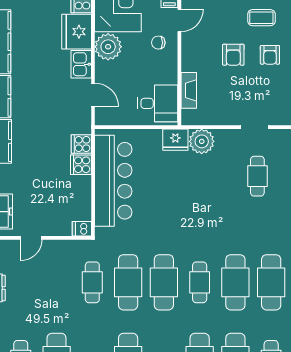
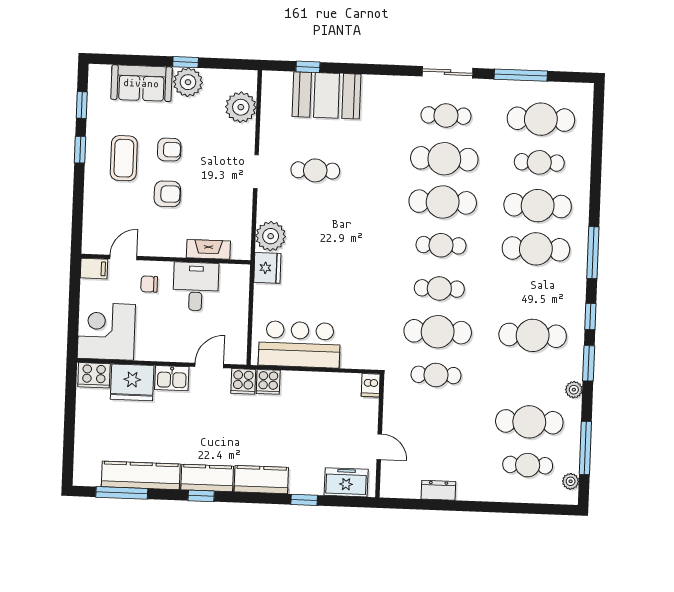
coffee table: (261, 18) -> (124, 158), width x1.36, depth x1.30
door: (179, 20) -> (123, 258), hinge flipped
chair: (158, 43) -> (149, 284), turned 90
plant: (108, 47) -> (152, 345), removed
desk: (158, 103) -> (196, 286), moved
cooker: (81, 165) -> (243, 381), moved
bar counter: (113, 181) -> (299, 344), width x0.73
cafe table: (164, 282) -> (439, 288), width x0.73, depth x0.74

